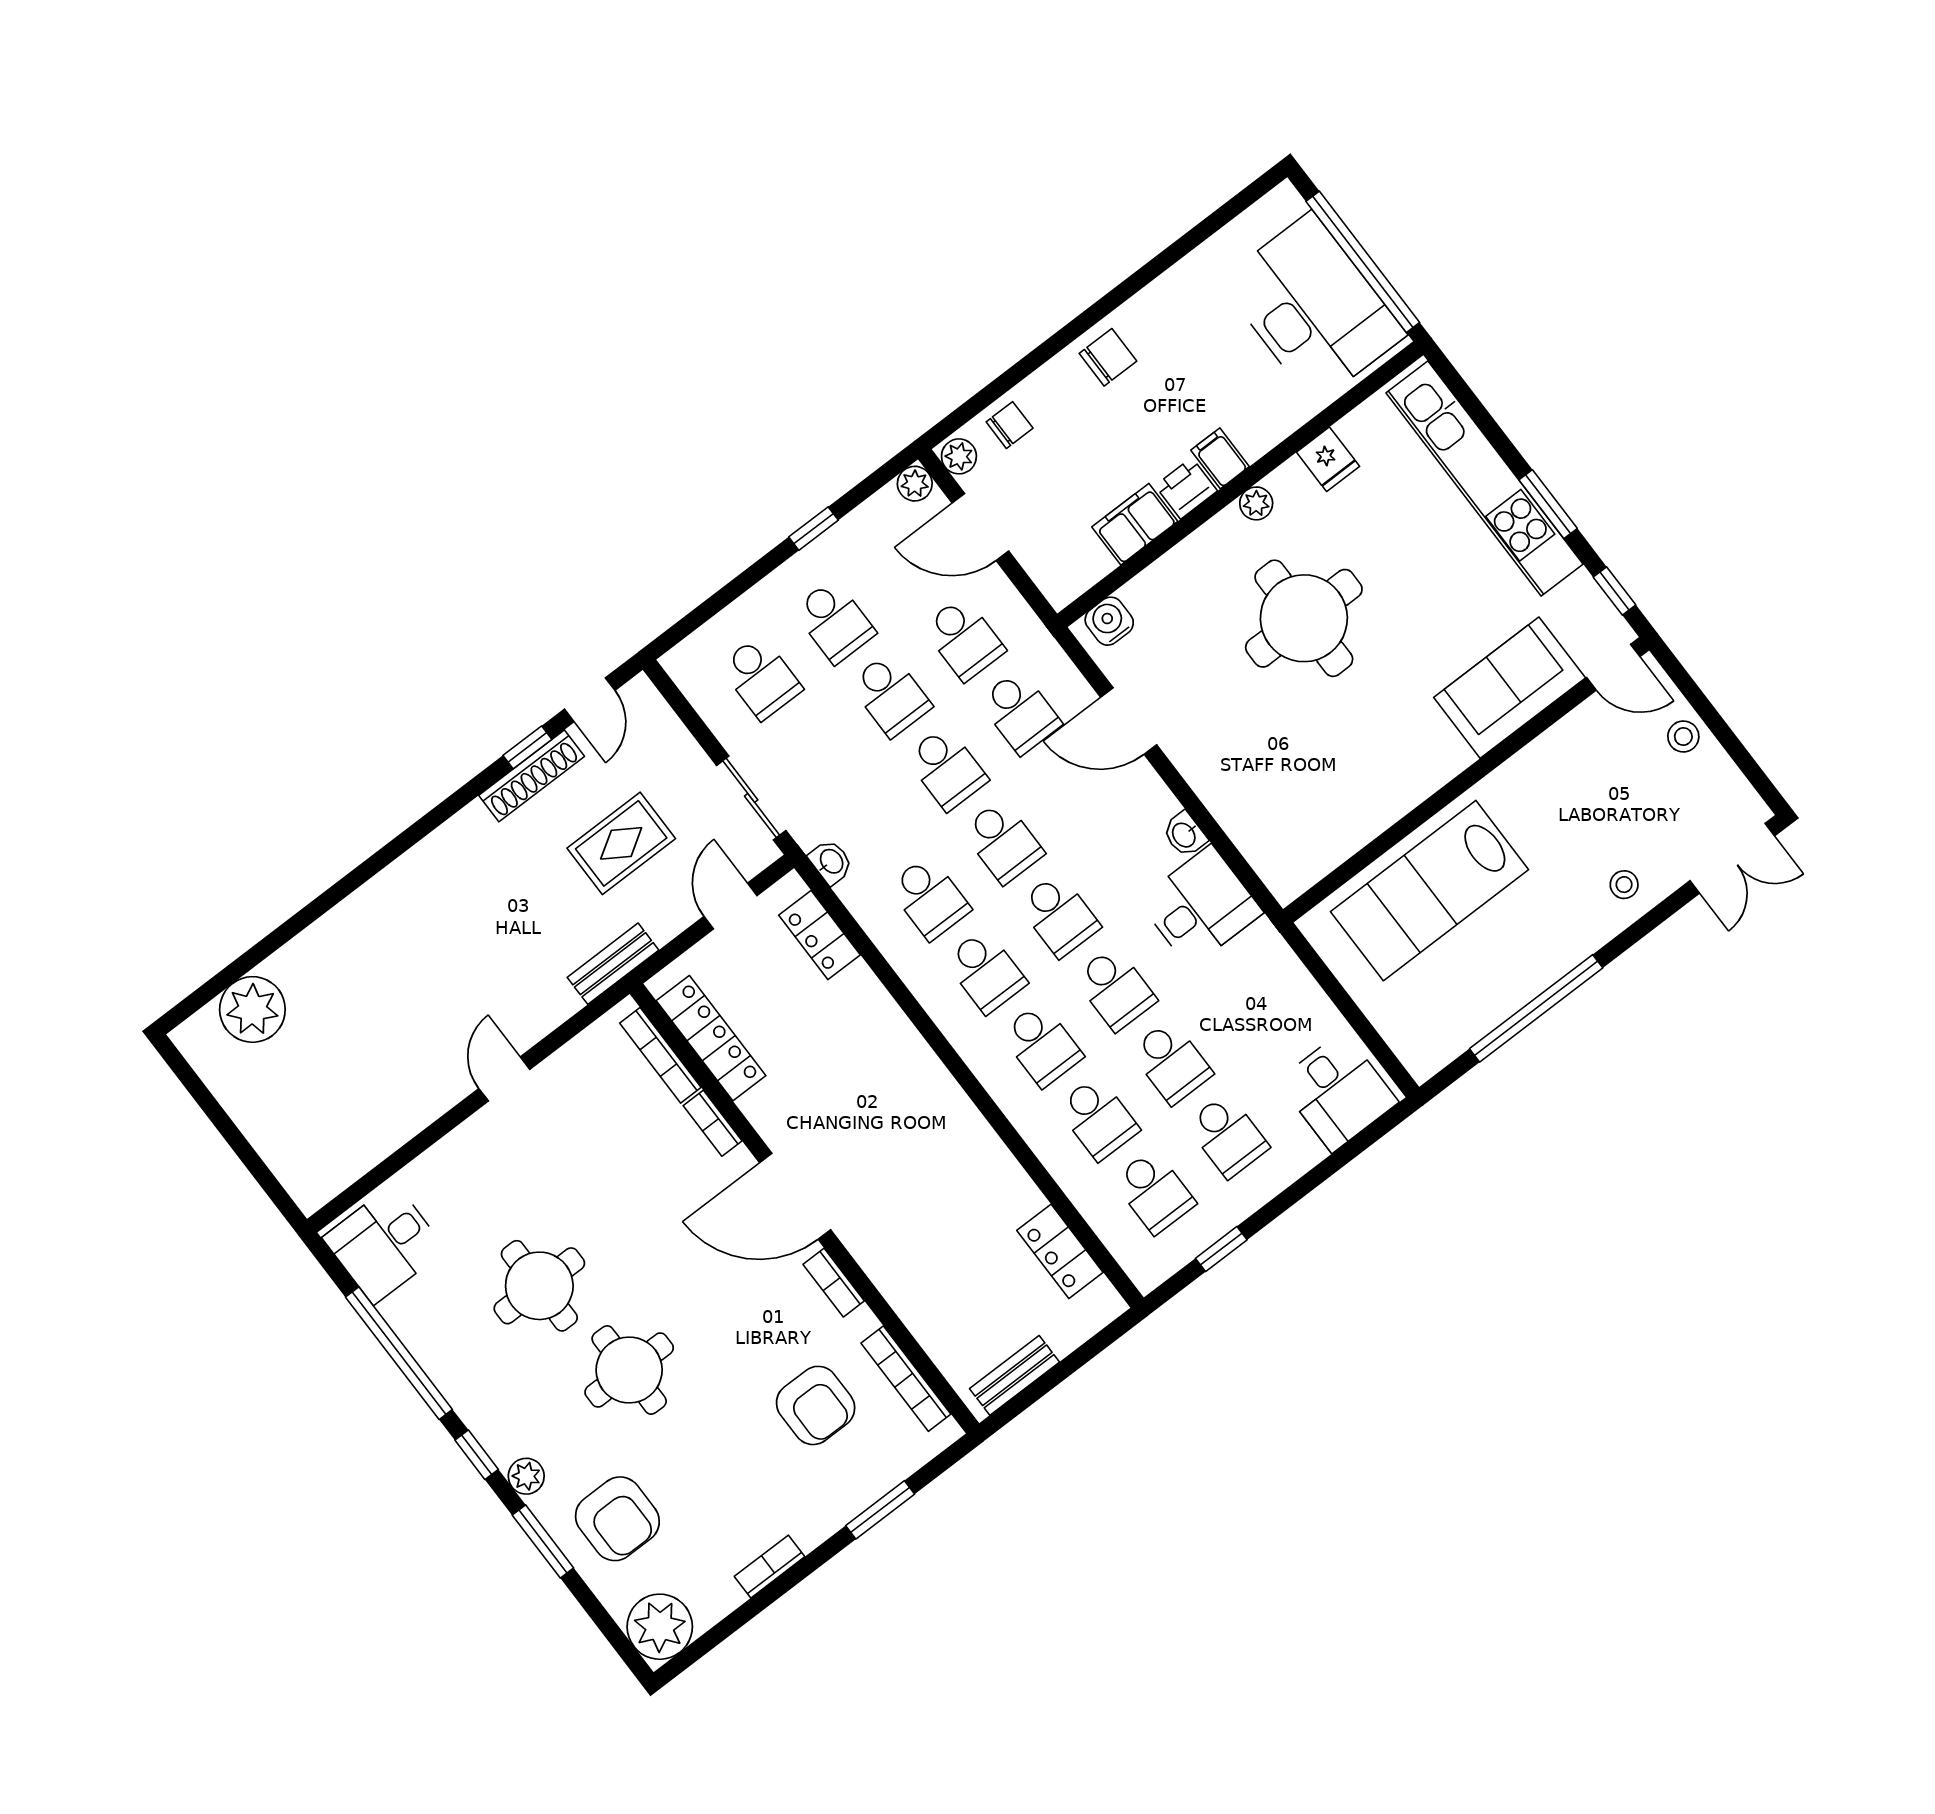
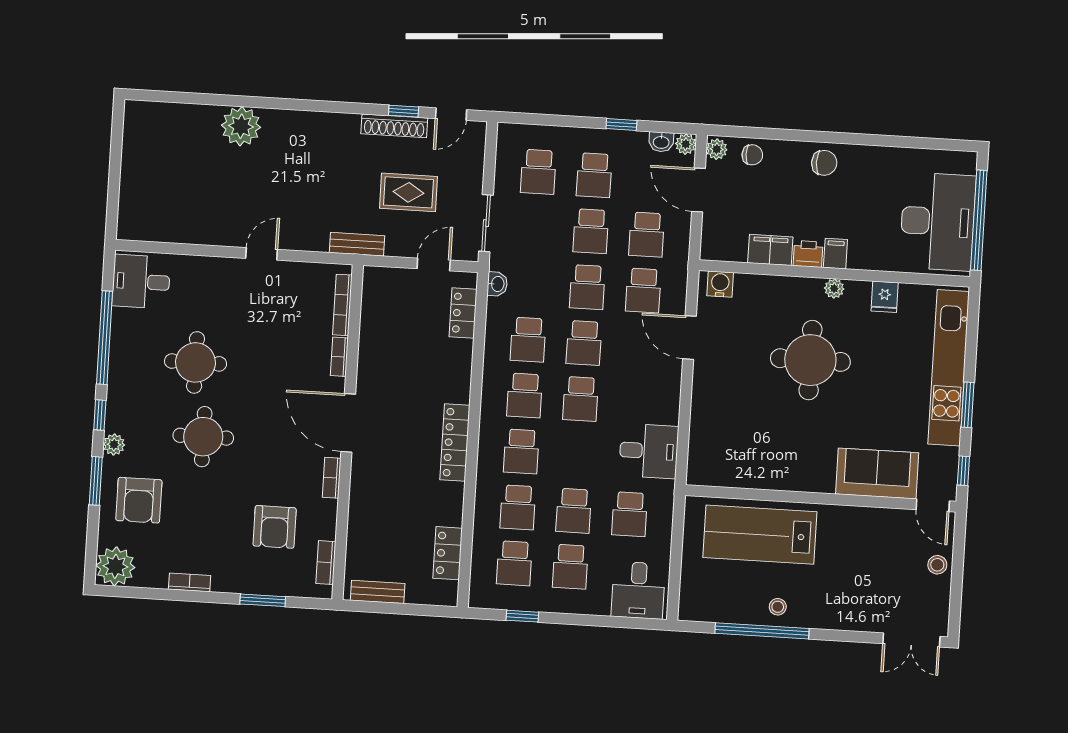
washbasin: (1185, 834) -> (661, 142), moved, turned -90
stool: (1624, 885) -> (778, 607), moved
school desk: (1115, 989) -> (630, 514), moved
plant: (252, 1009) -> (241, 126), moved
locker: (711, 1038) -> (455, 443), moved, turned 180
bookcase: (906, 1379) -> (326, 563), width x0.64

